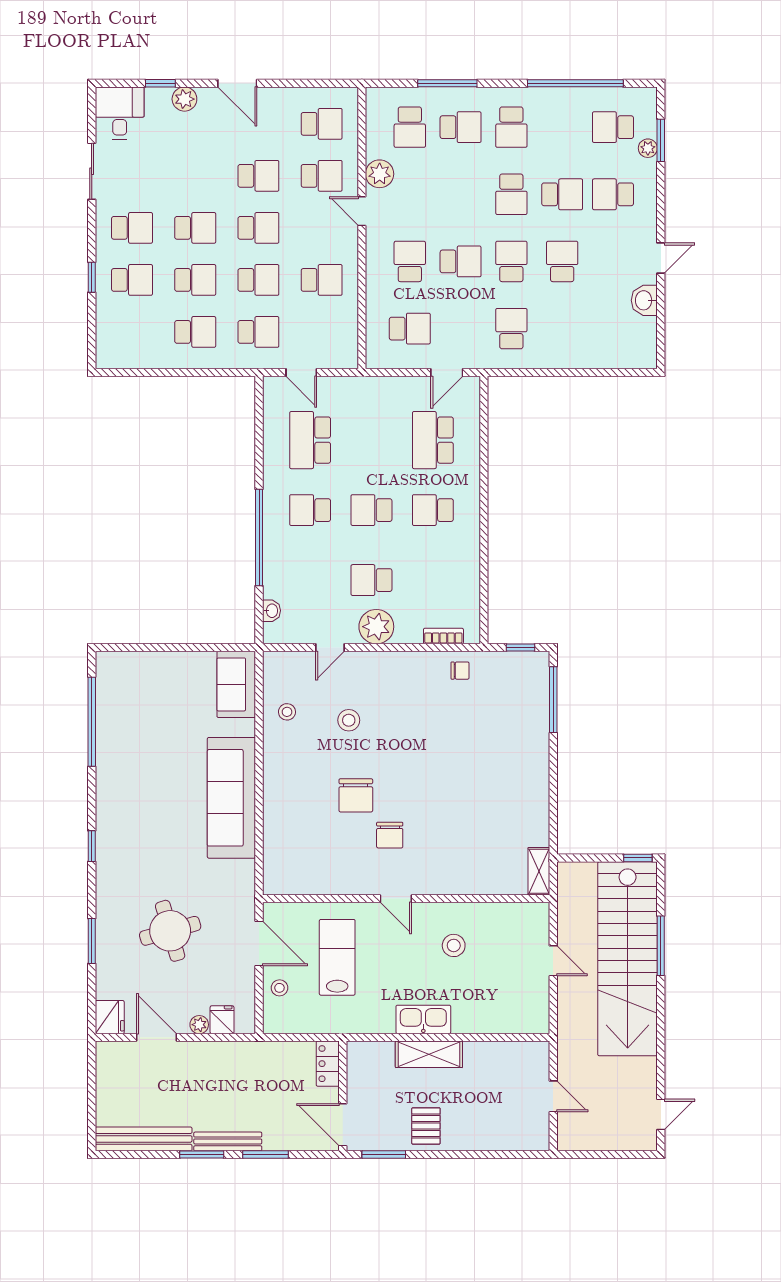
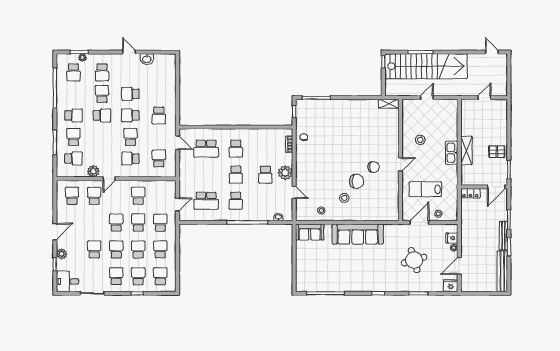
school desk: (258, 176) -> (94, 249), moved
school desk: (511, 329) -> (159, 115), turned -90
school desk: (132, 332) -> (160, 276), added
stool: (349, 720) -> (344, 198), moved

